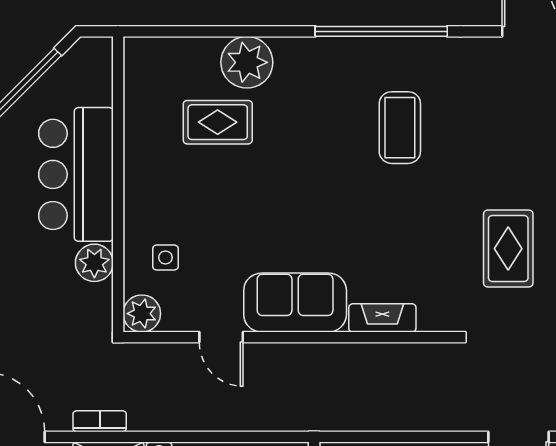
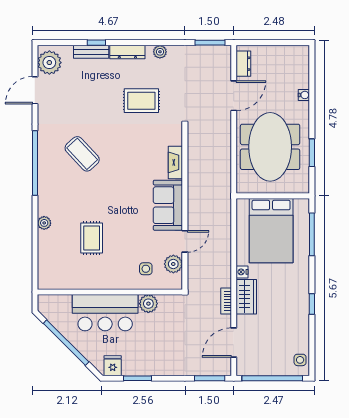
plant: (247, 62) -> (44, 223), width x0.53, depth x0.53
rug: (218, 122) -> (92, 238), moved
coffee table: (400, 128) -> (82, 154), turned 47
plant: (142, 314) -> (173, 264), moved

